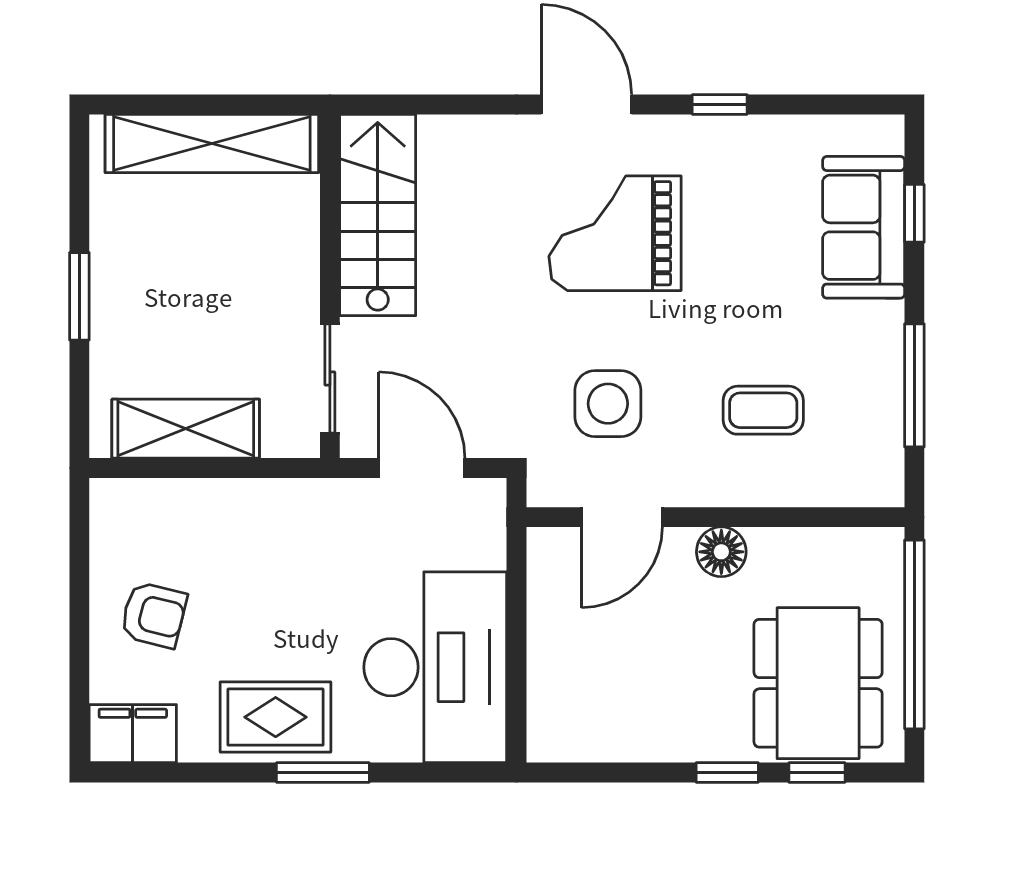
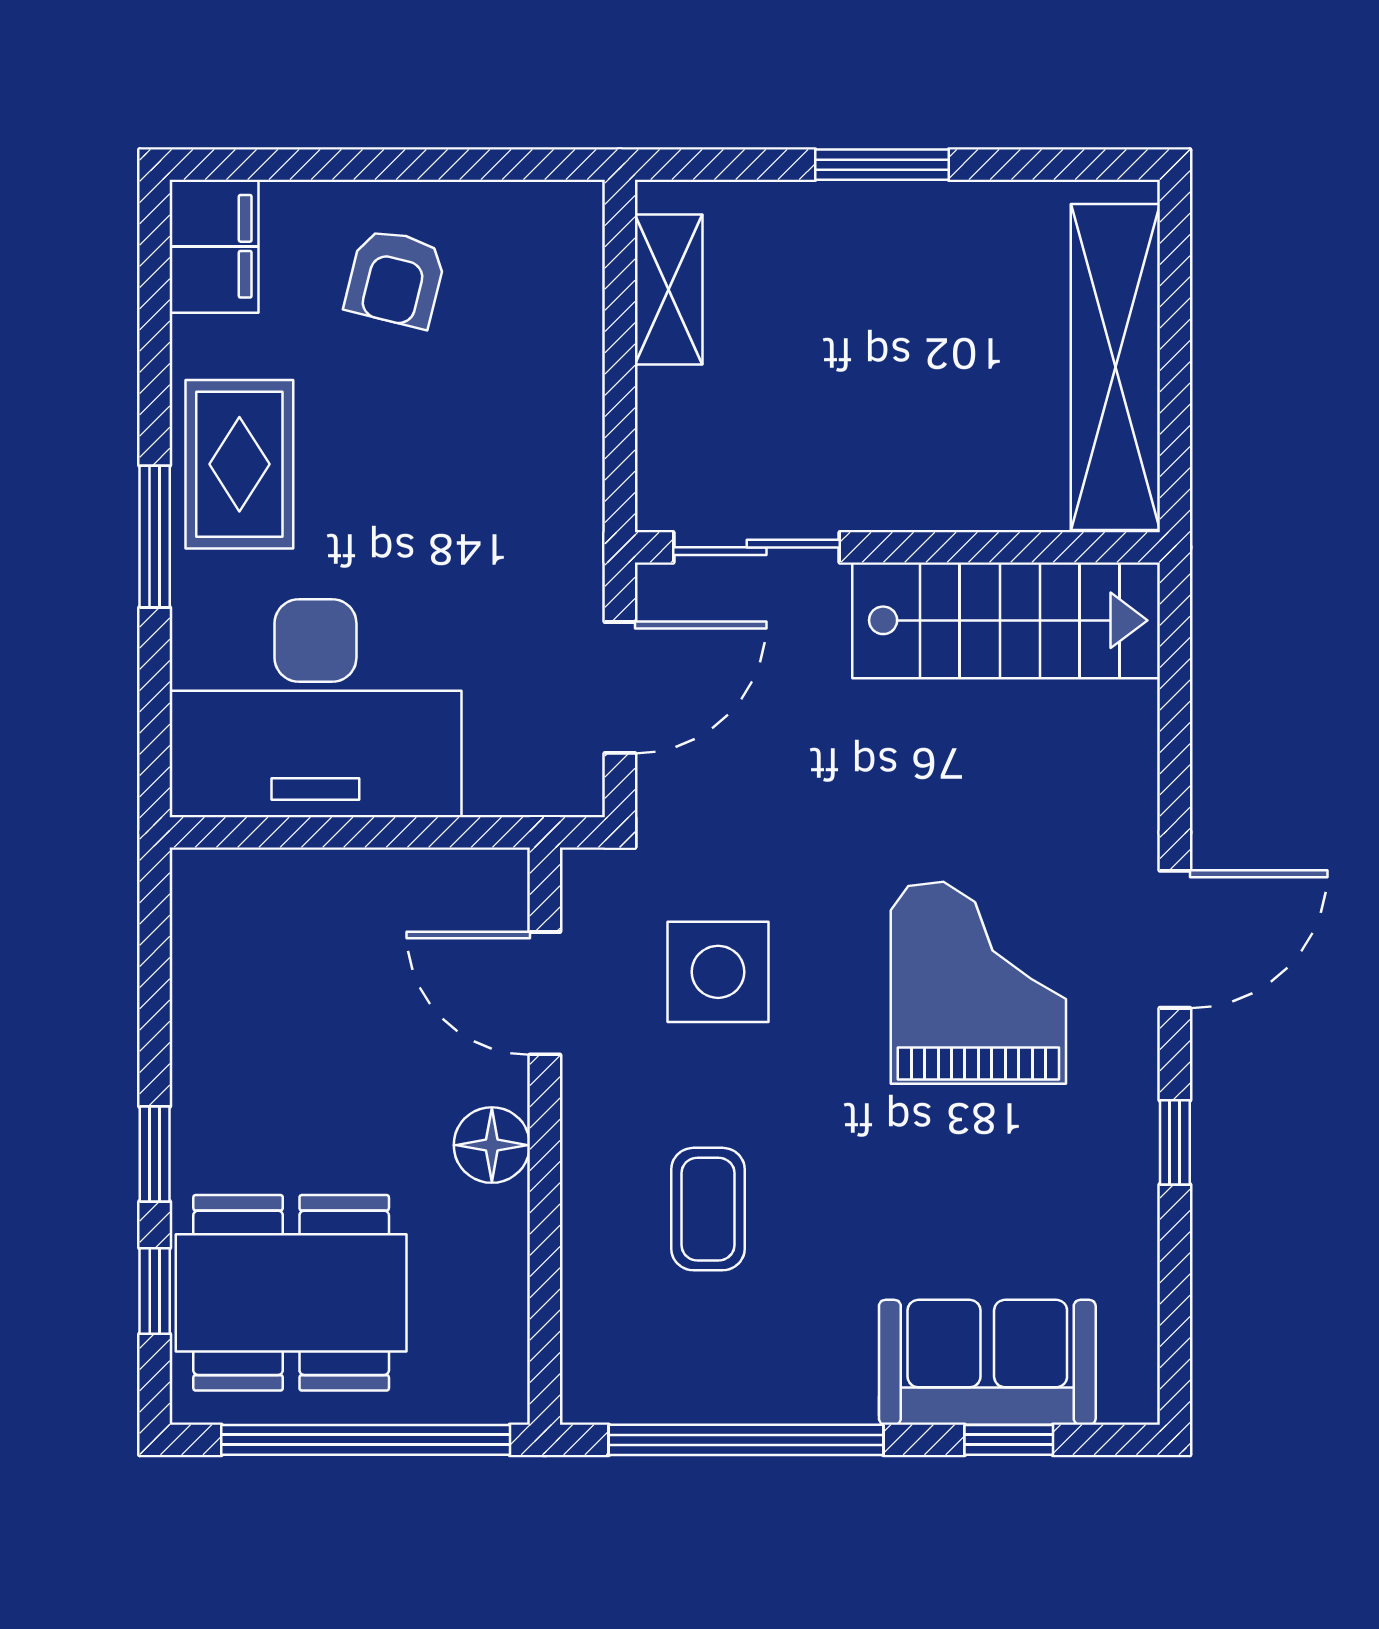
window: (914, 385) -> (746, 1440), width x1.46
shelving: (186, 429) -> (669, 290), width x0.67, depth x0.75

